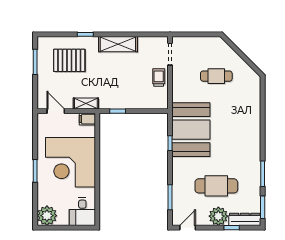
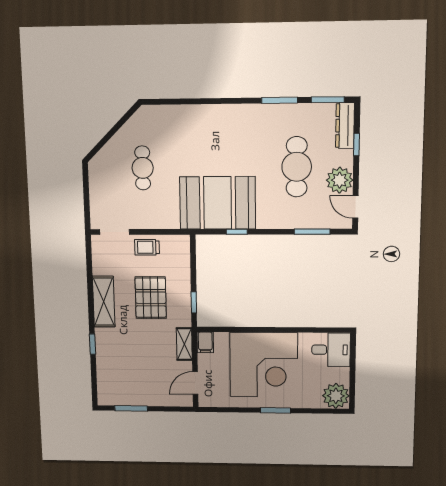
pallet: (69, 60) -> (151, 298), moved
plant: (218, 216) -> (340, 180), moved

